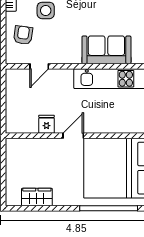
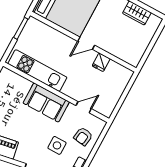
sofa: (106, 50) -> (46, 102), moved

